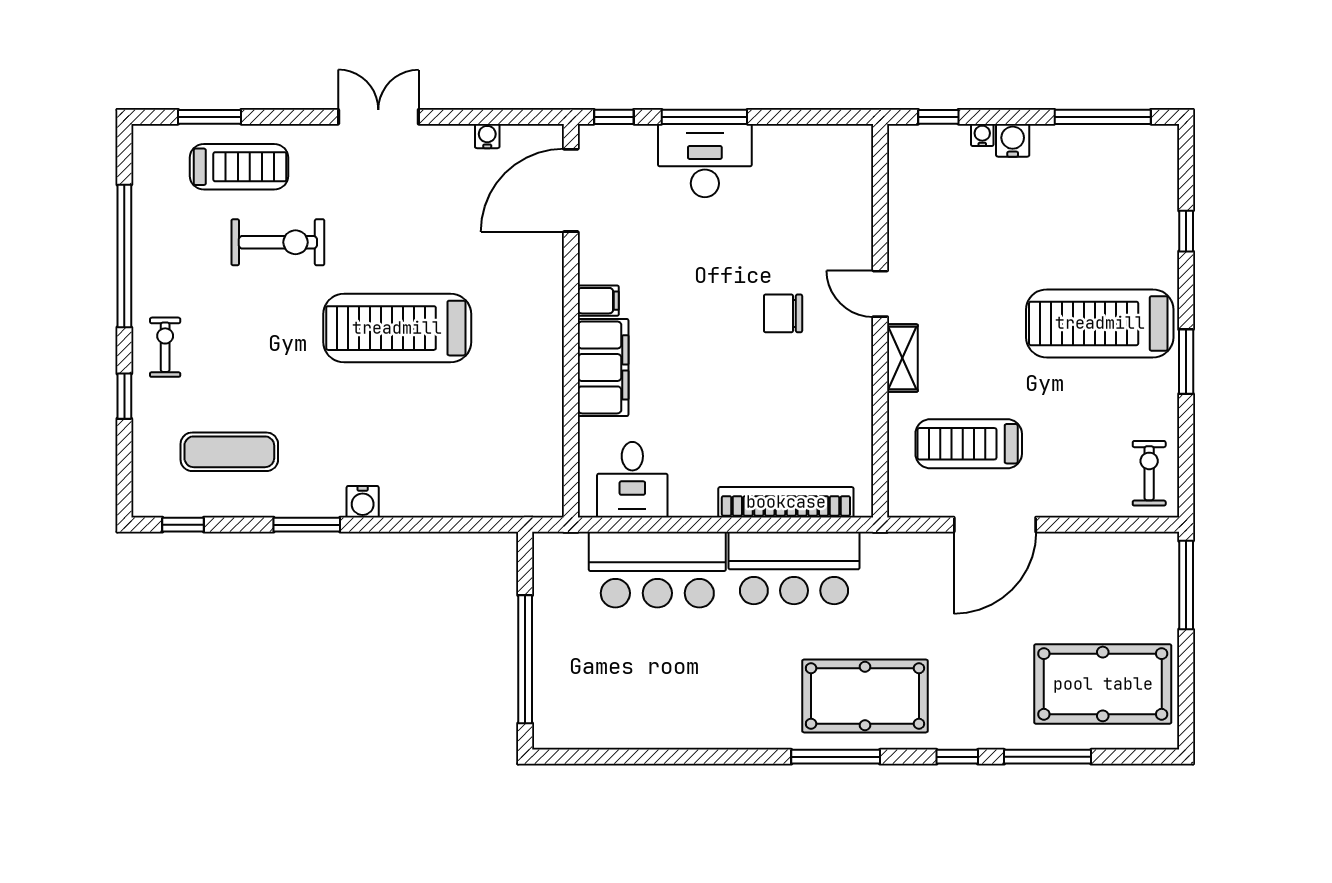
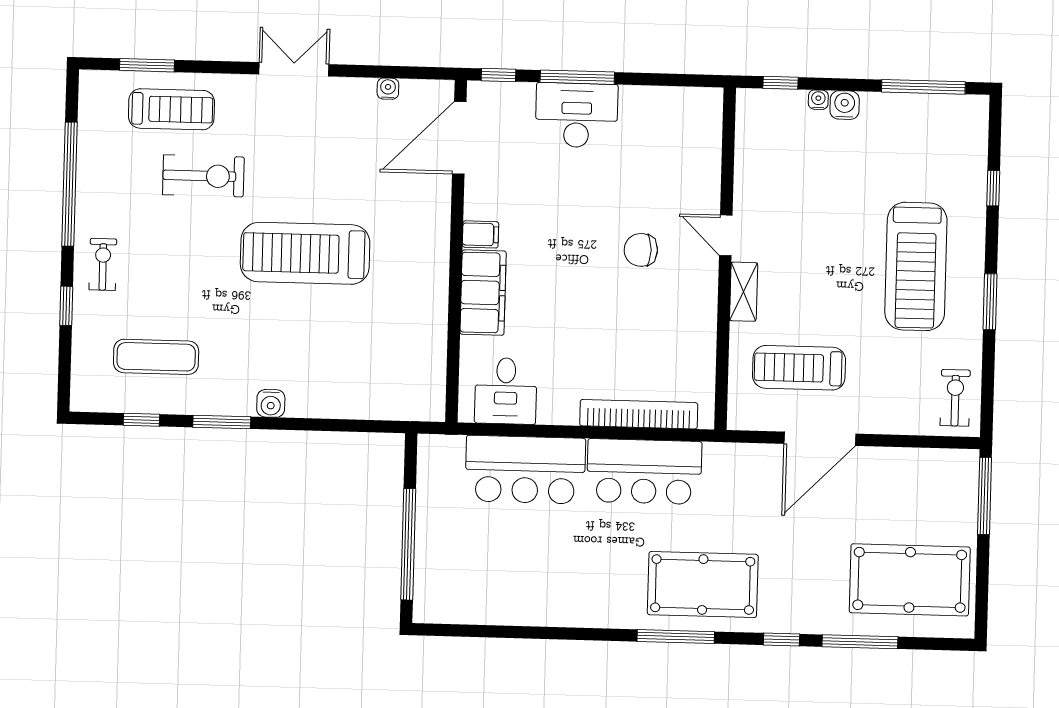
treadmill: (1100, 323) -> (916, 266), turned -90
window: (183, 525) -> (141, 420), moved

